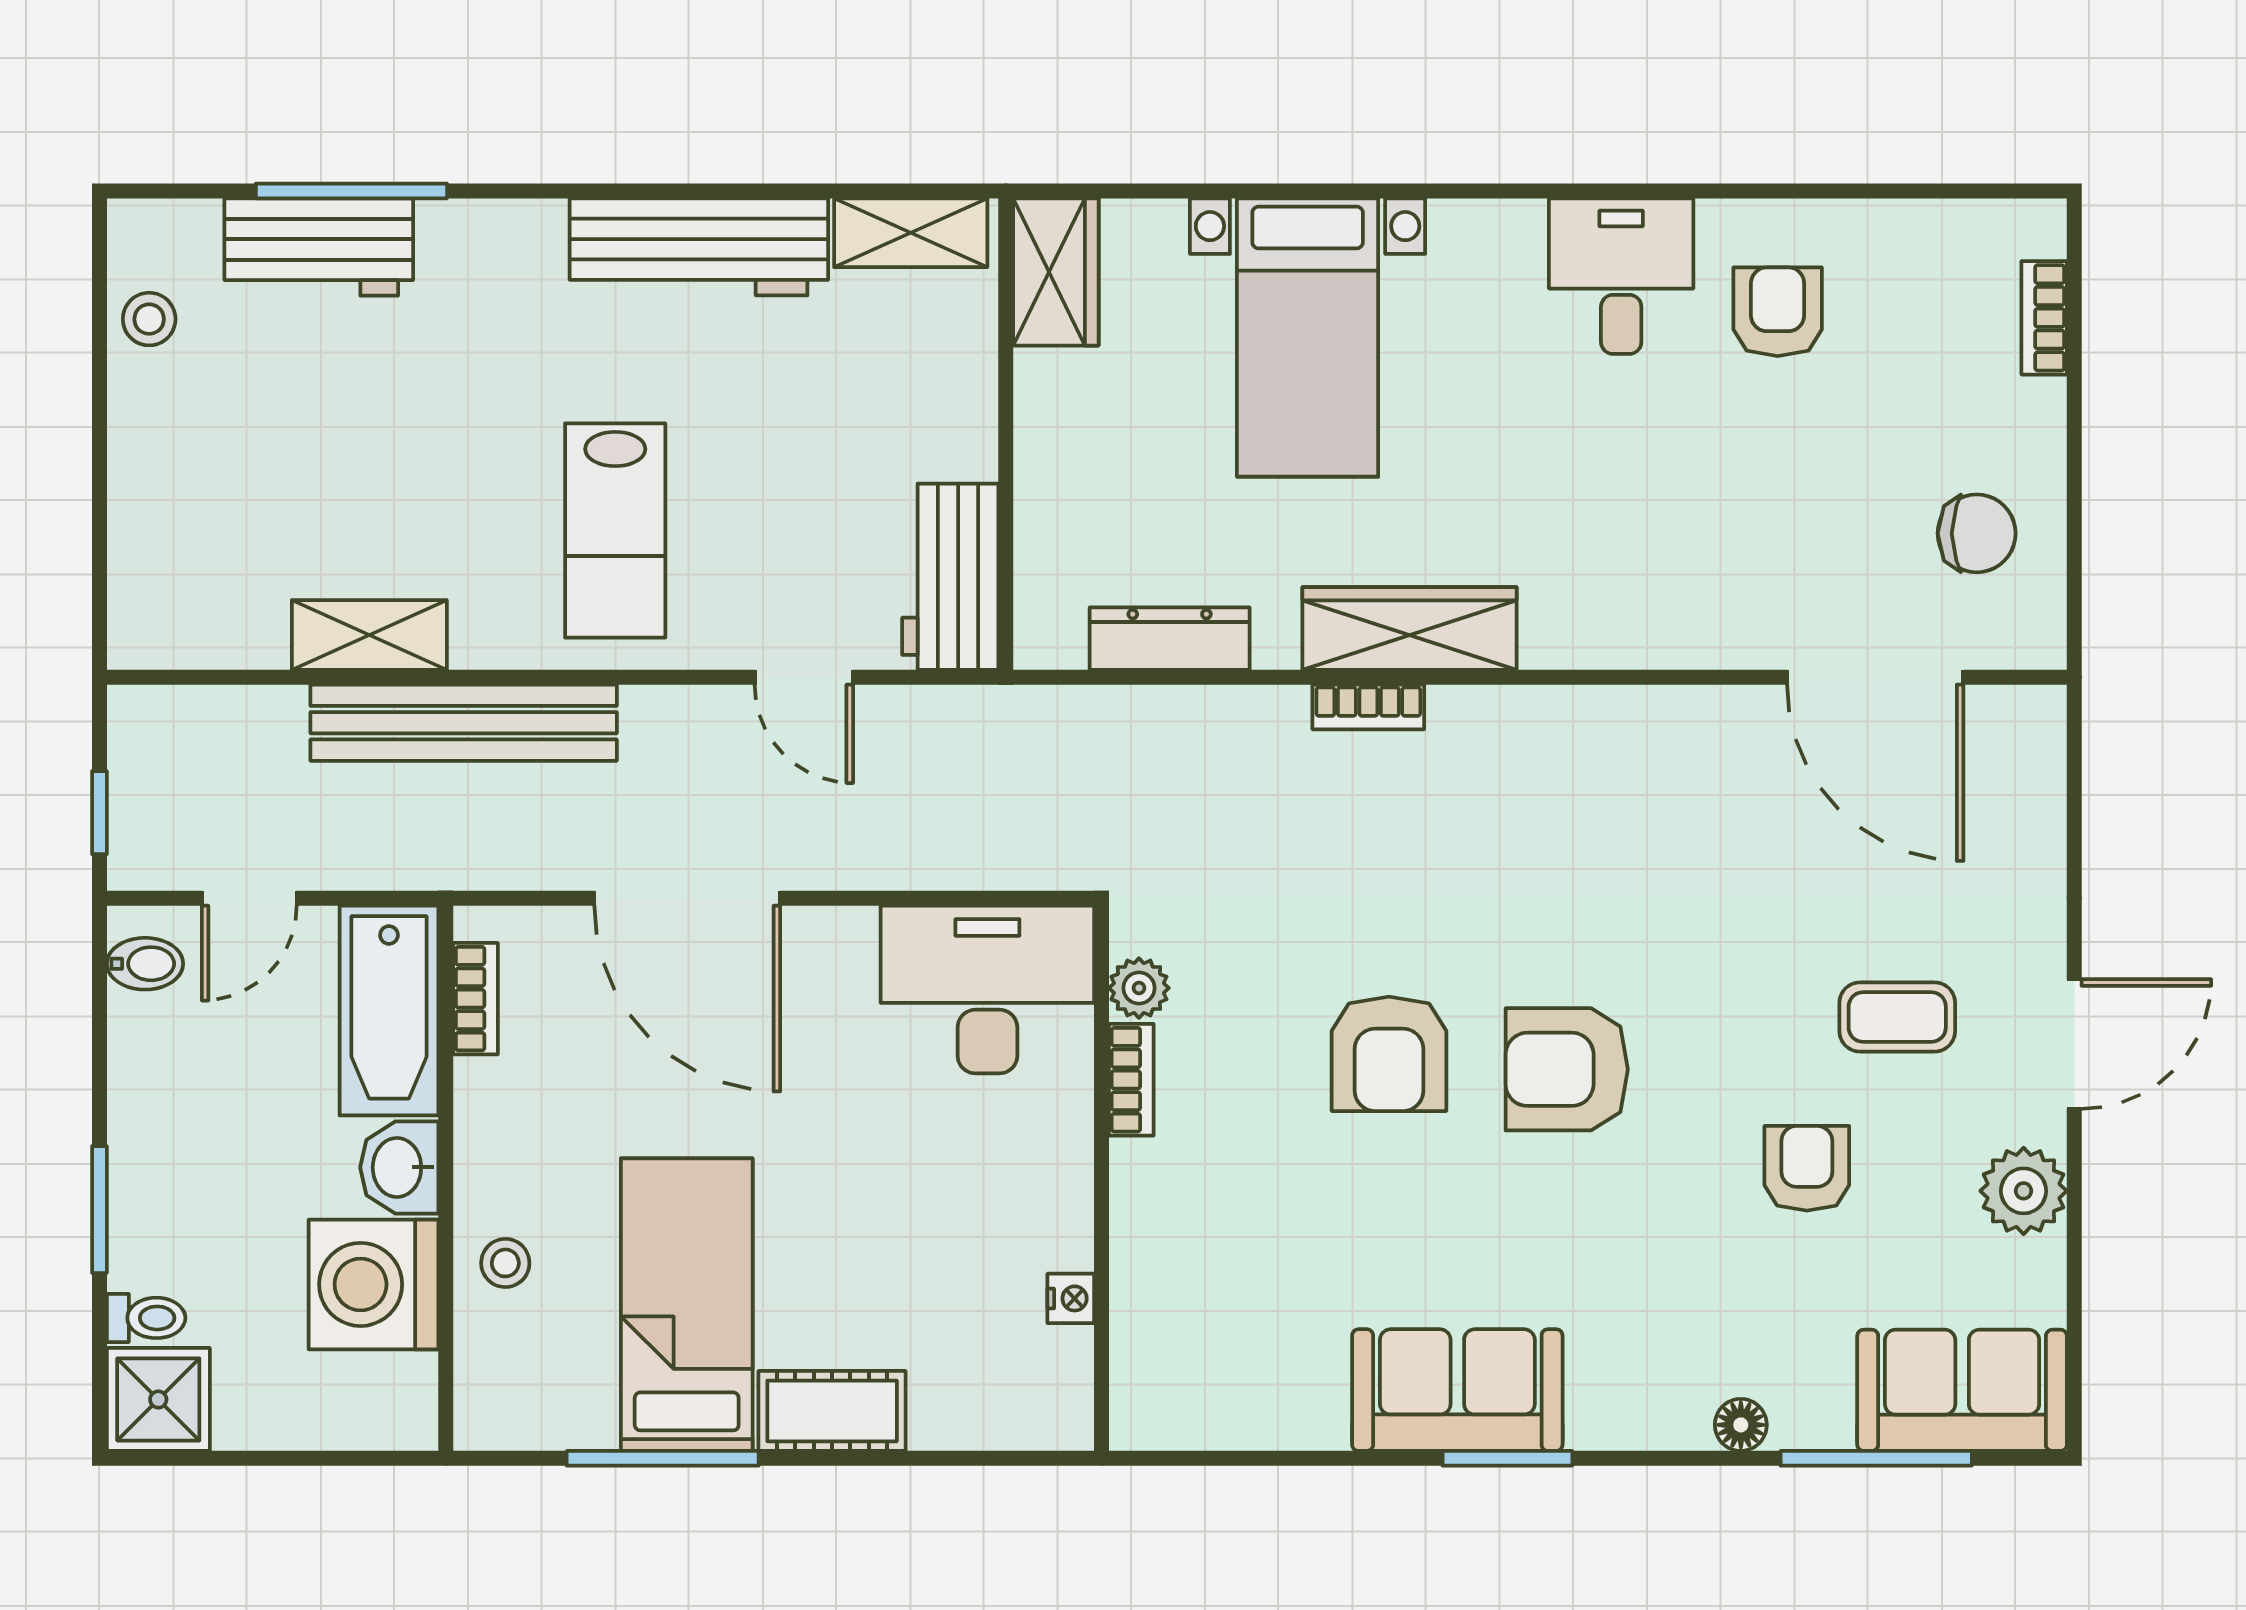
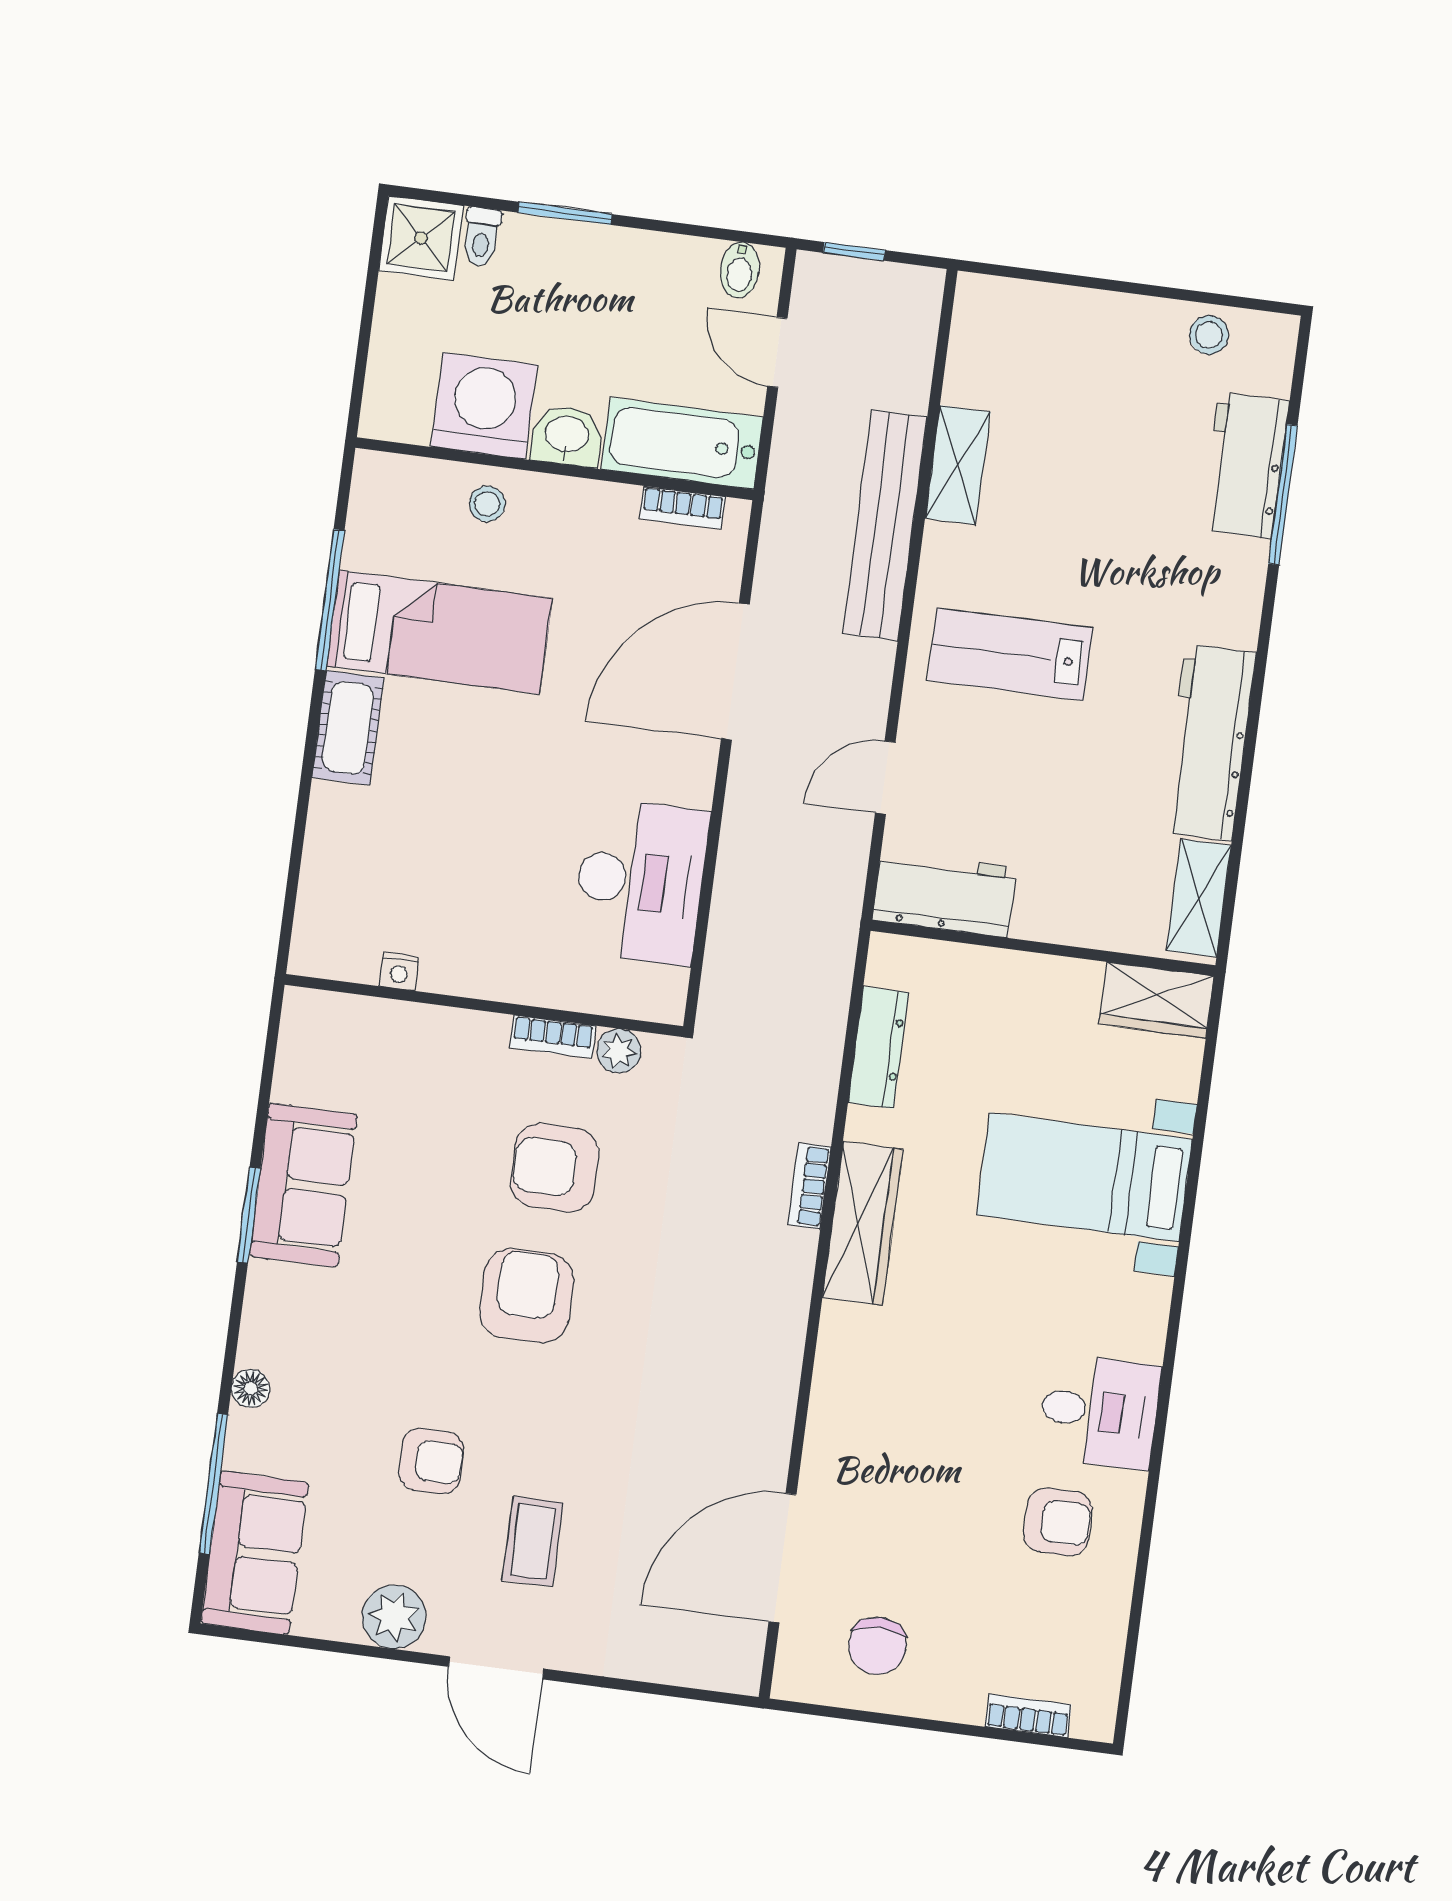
plant: (1139, 988) -> (619, 1051), moved
bookcase: (1131, 1080) -> (553, 1037), moved
wall: (1102, 1178) -> (484, 1005), moved
nightstand: (1071, 1298) -> (399, 971), moved

